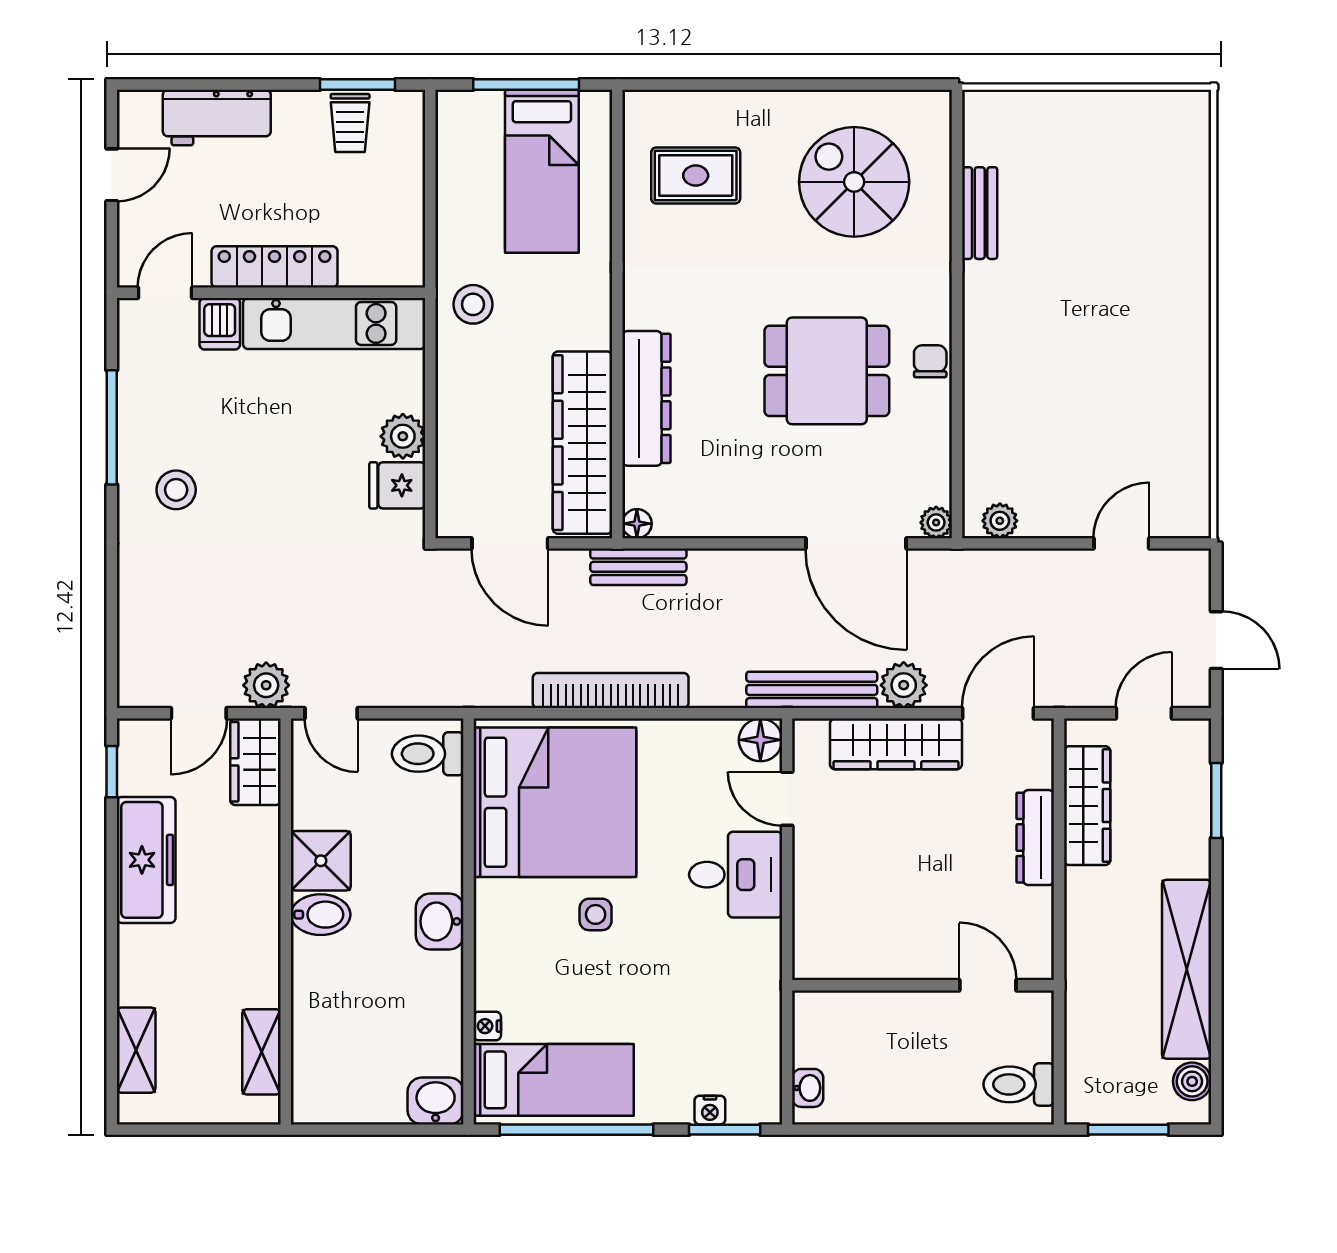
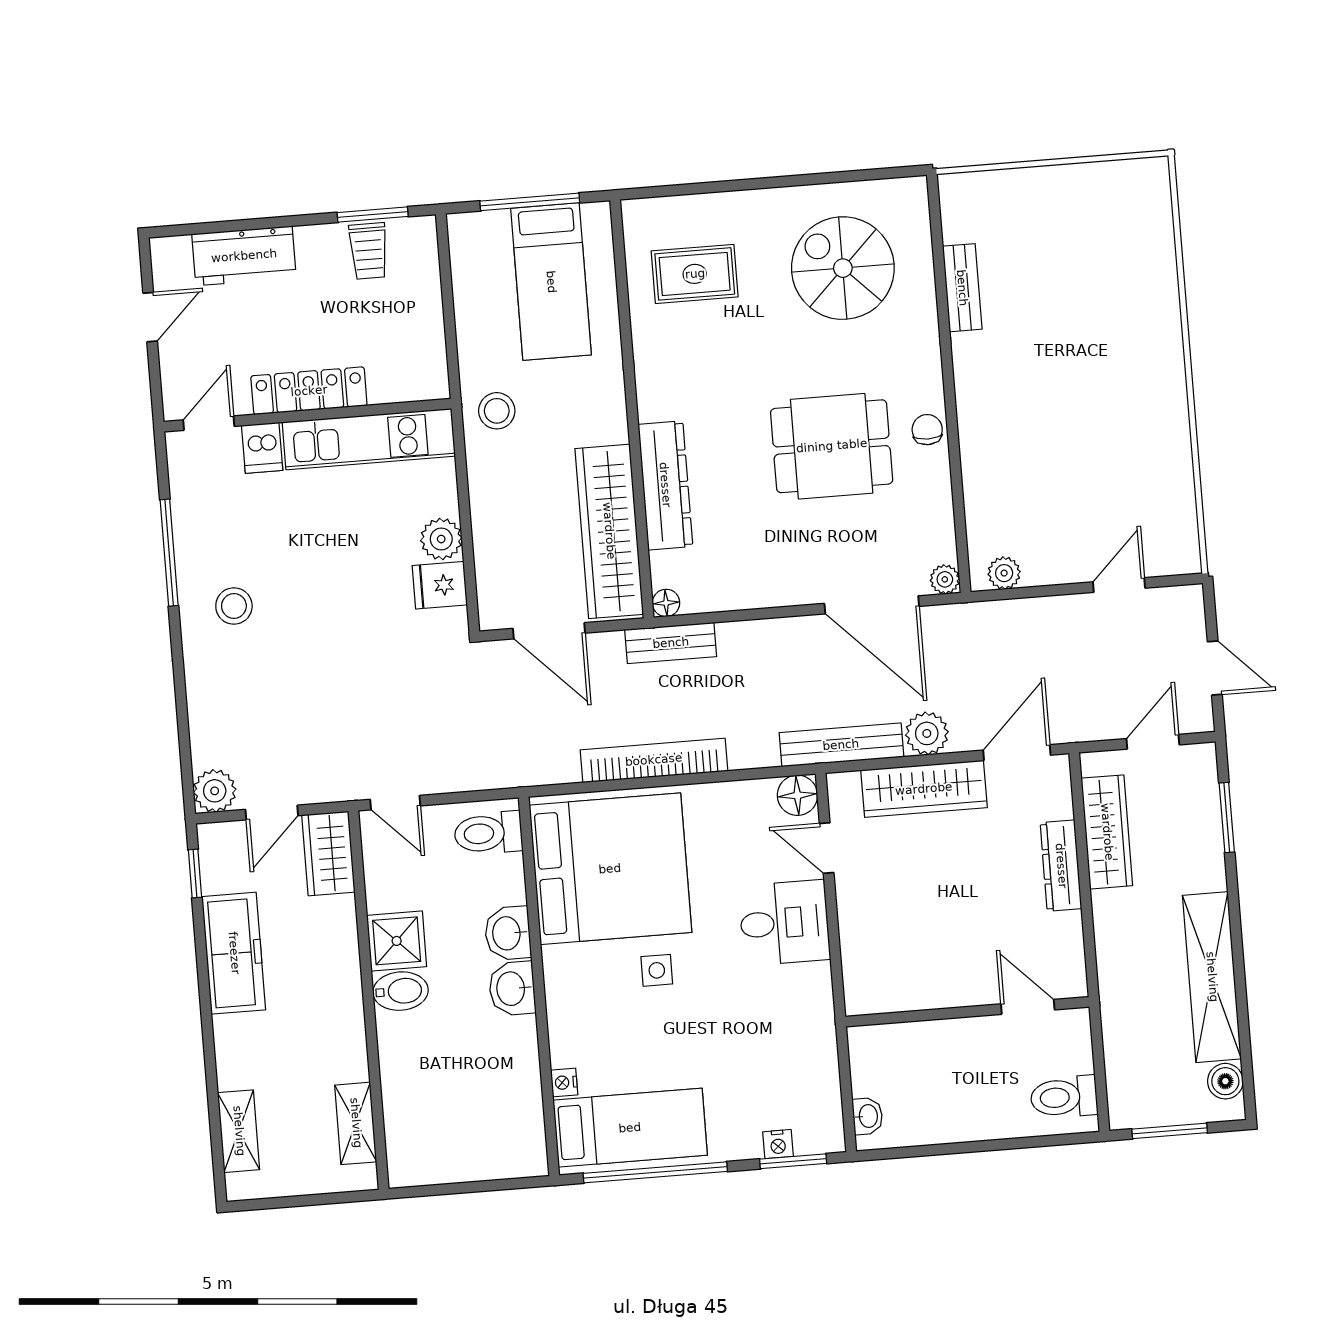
plant: (266, 685) -> (215, 791), moved
washbasin: (436, 1101) -> (508, 933), moved, turned -90

